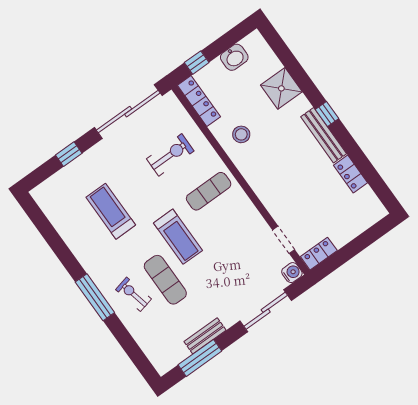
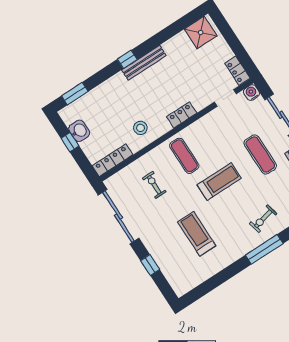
window: (281, 50) -> (75, 94), added
window: (197, 63) -> (70, 142), moved
shower: (281, 88) -> (201, 32), moved
exercise bike: (170, 155) -> (154, 185), width x0.73, depth x0.72
locker: (350, 174) -> (182, 115), moved, turned 180
treadmill: (111, 211) -> (197, 234), turned 90
exercise mat: (165, 280) -> (260, 154), moved, turned 90

